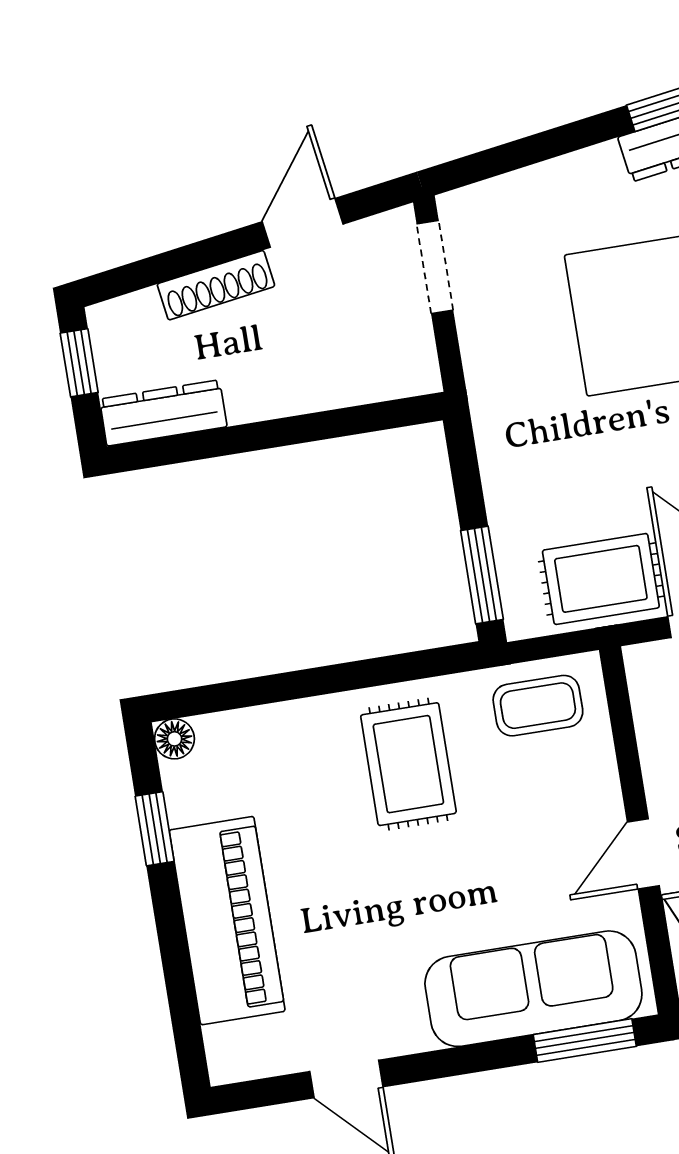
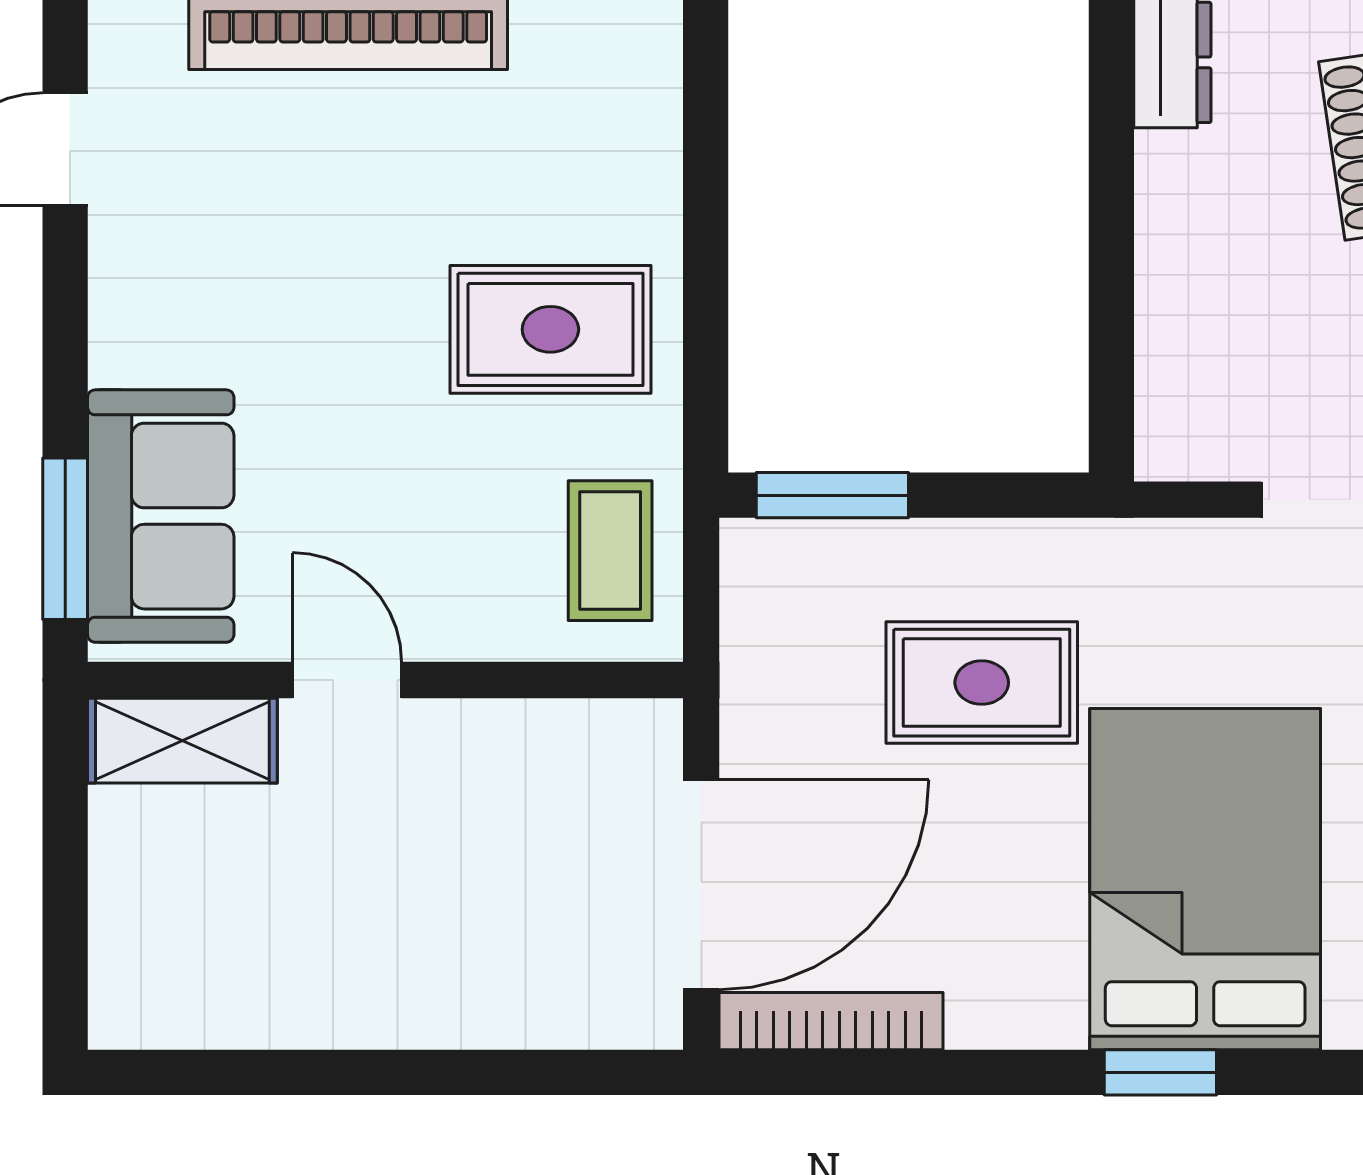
rug: (601, 579) -> (982, 683), moved, turned 90
sofa: (533, 989) -> (161, 516), width x0.73

